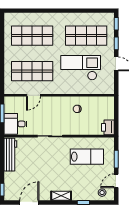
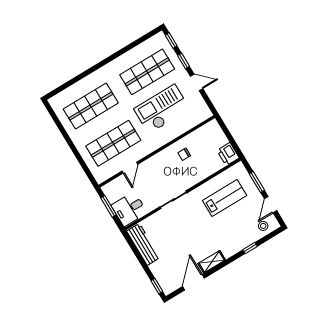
shelving: (61, 196) -> (212, 262), moved

